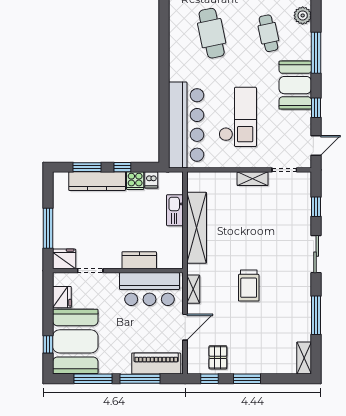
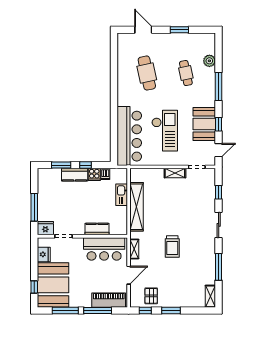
booth: (295, 85) -> (204, 124), moved
kitchen counter: (97, 181) -> (75, 175), width x0.67

